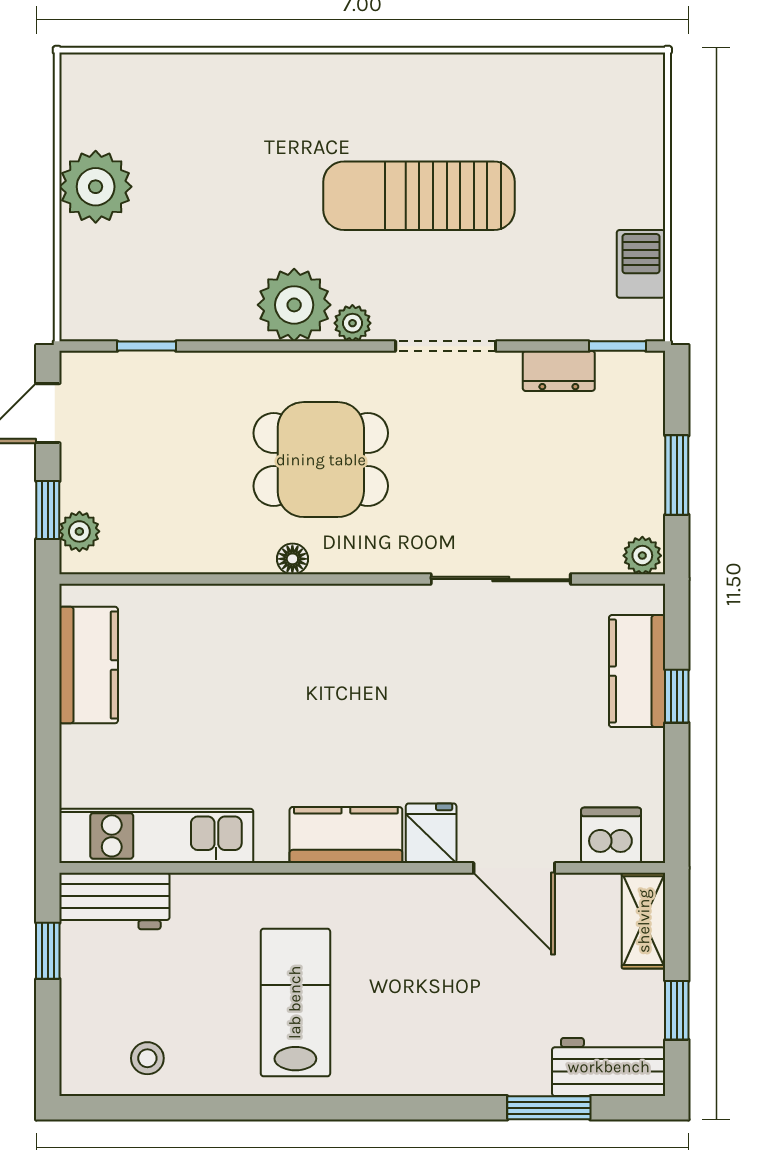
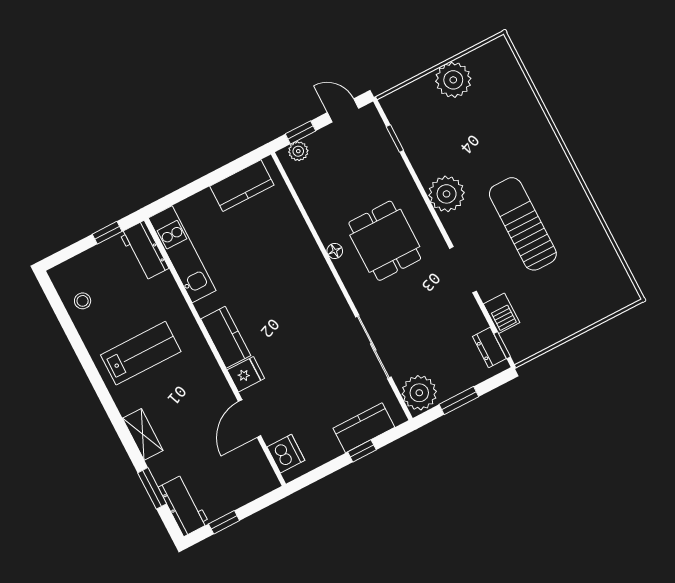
barbecue: (641, 264) -> (502, 313), moved, turned 90
plant: (352, 323) -> (452, 224), removed
dresser: (559, 371) -> (489, 347), moved
plant: (642, 556) -> (419, 393), width x1.88, depth x1.88
shelving: (644, 921) -> (143, 434), moved, turned 90

